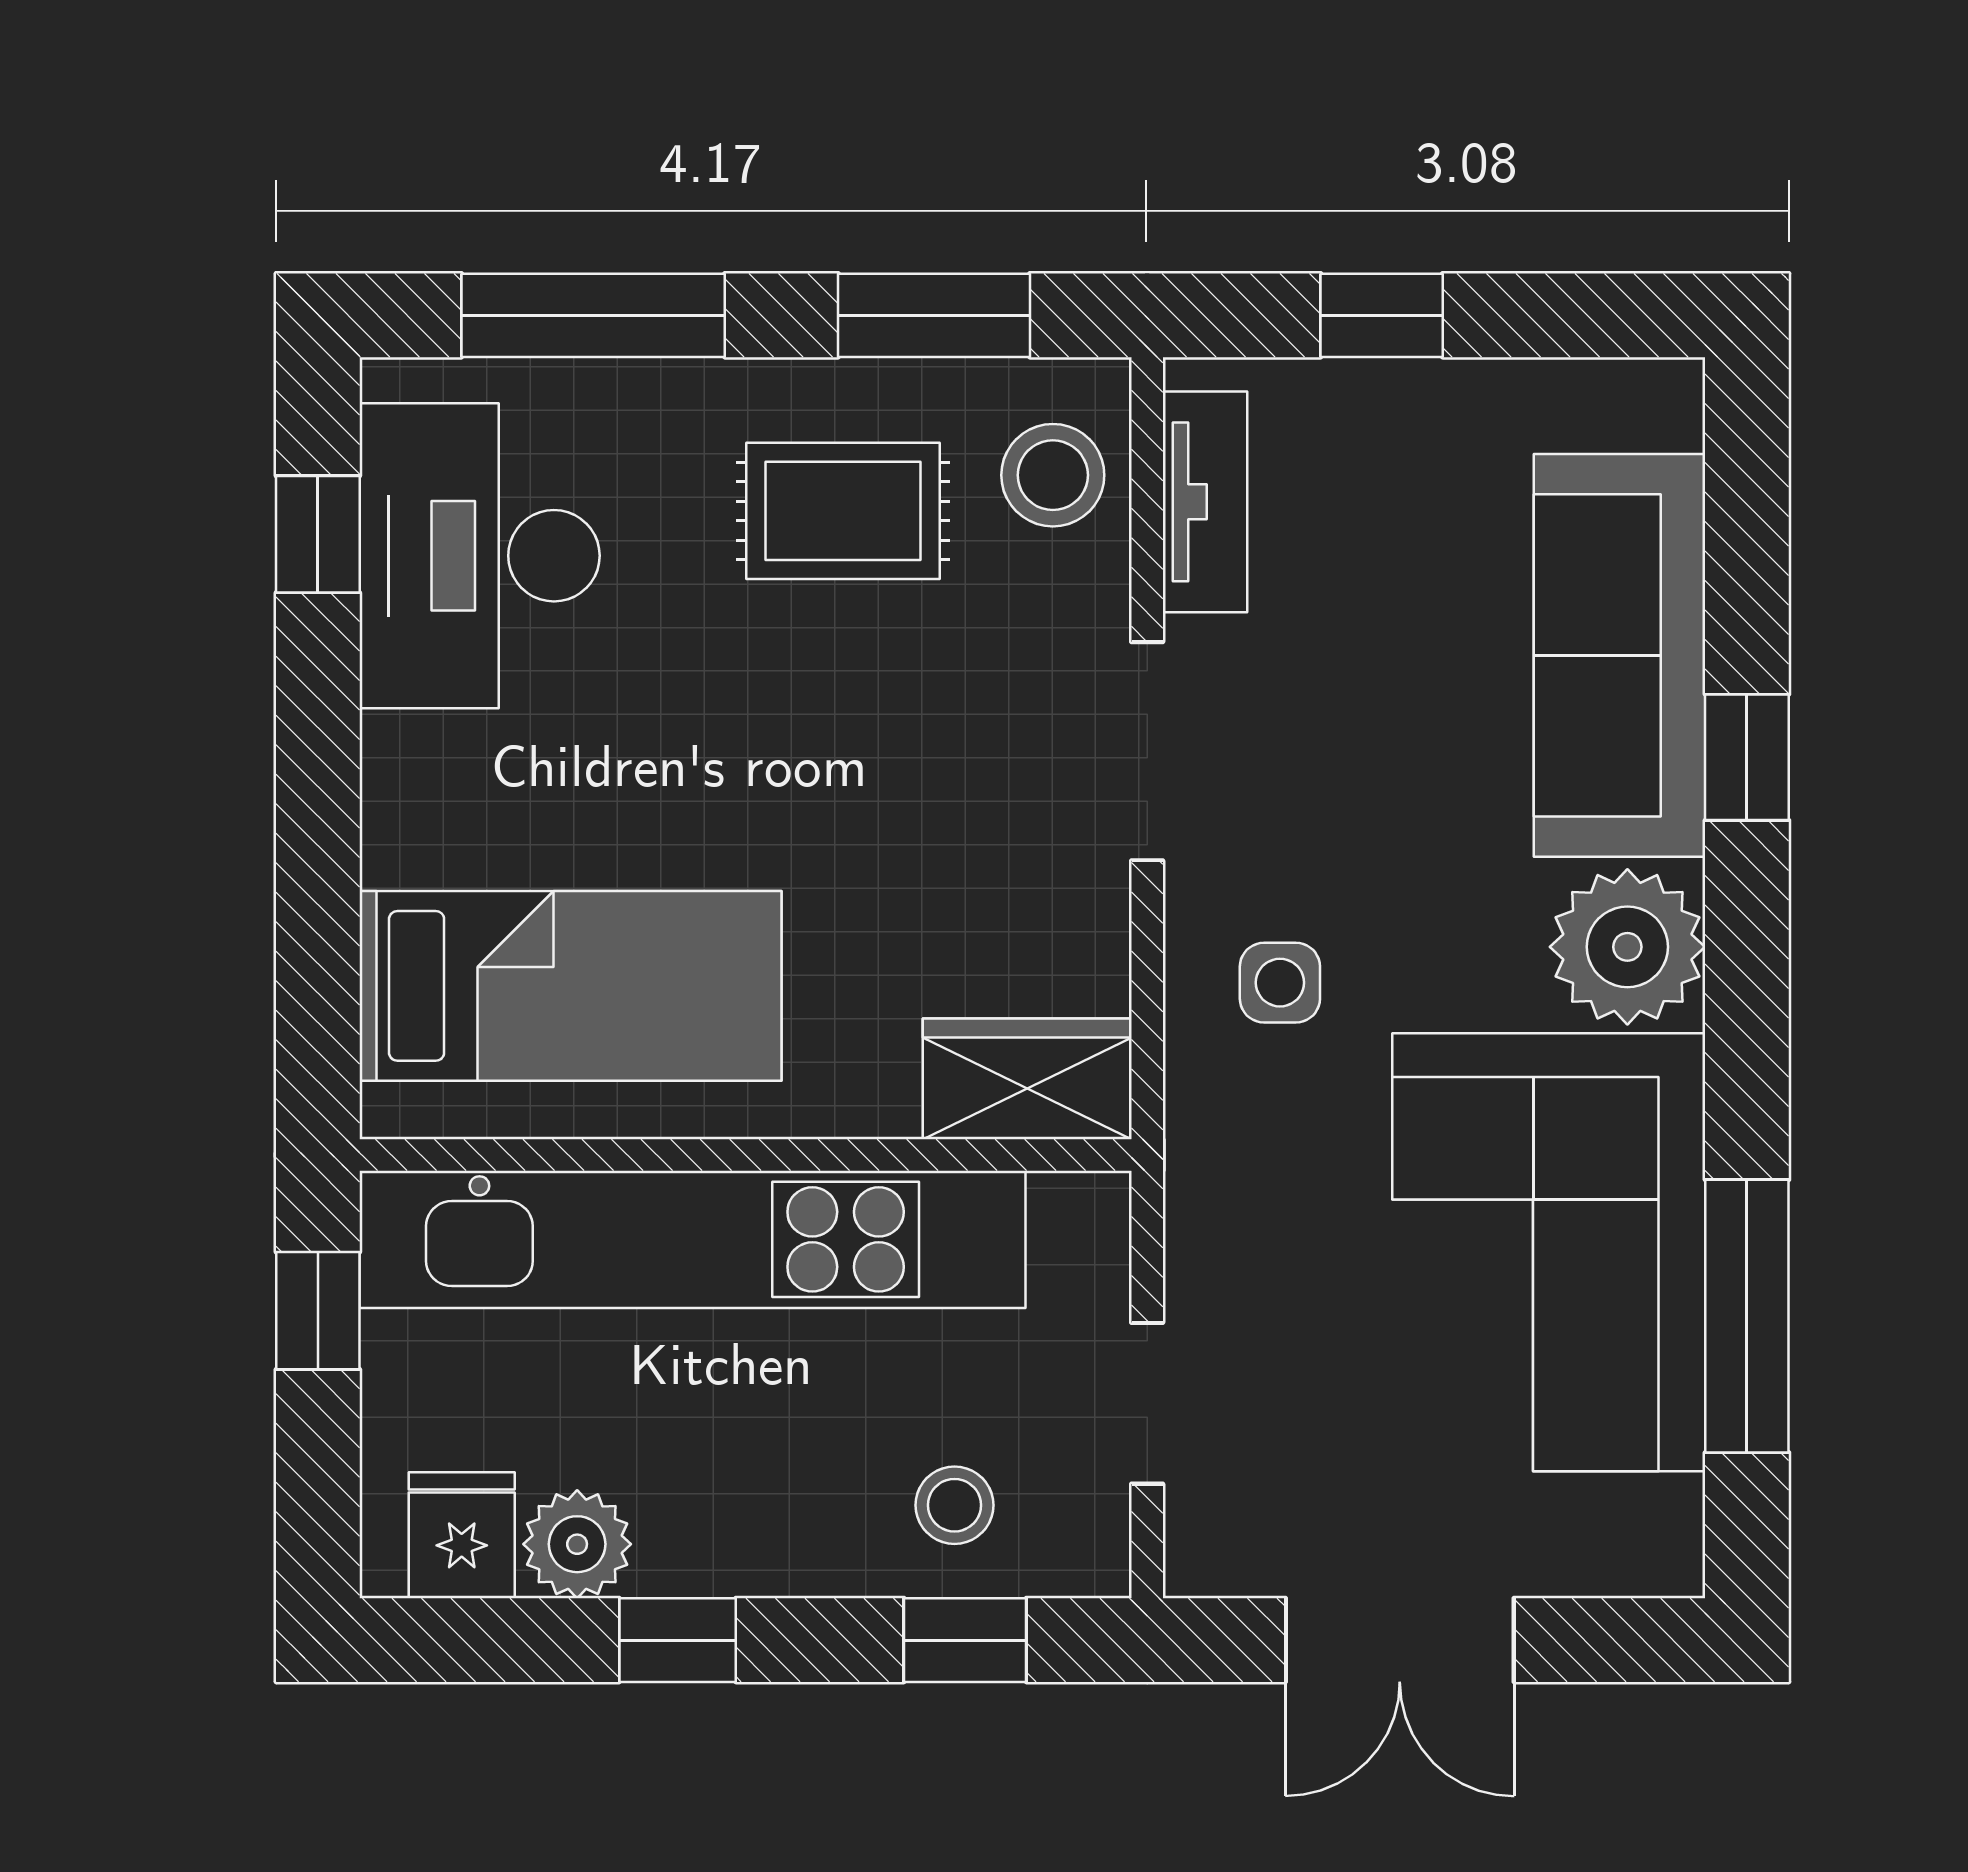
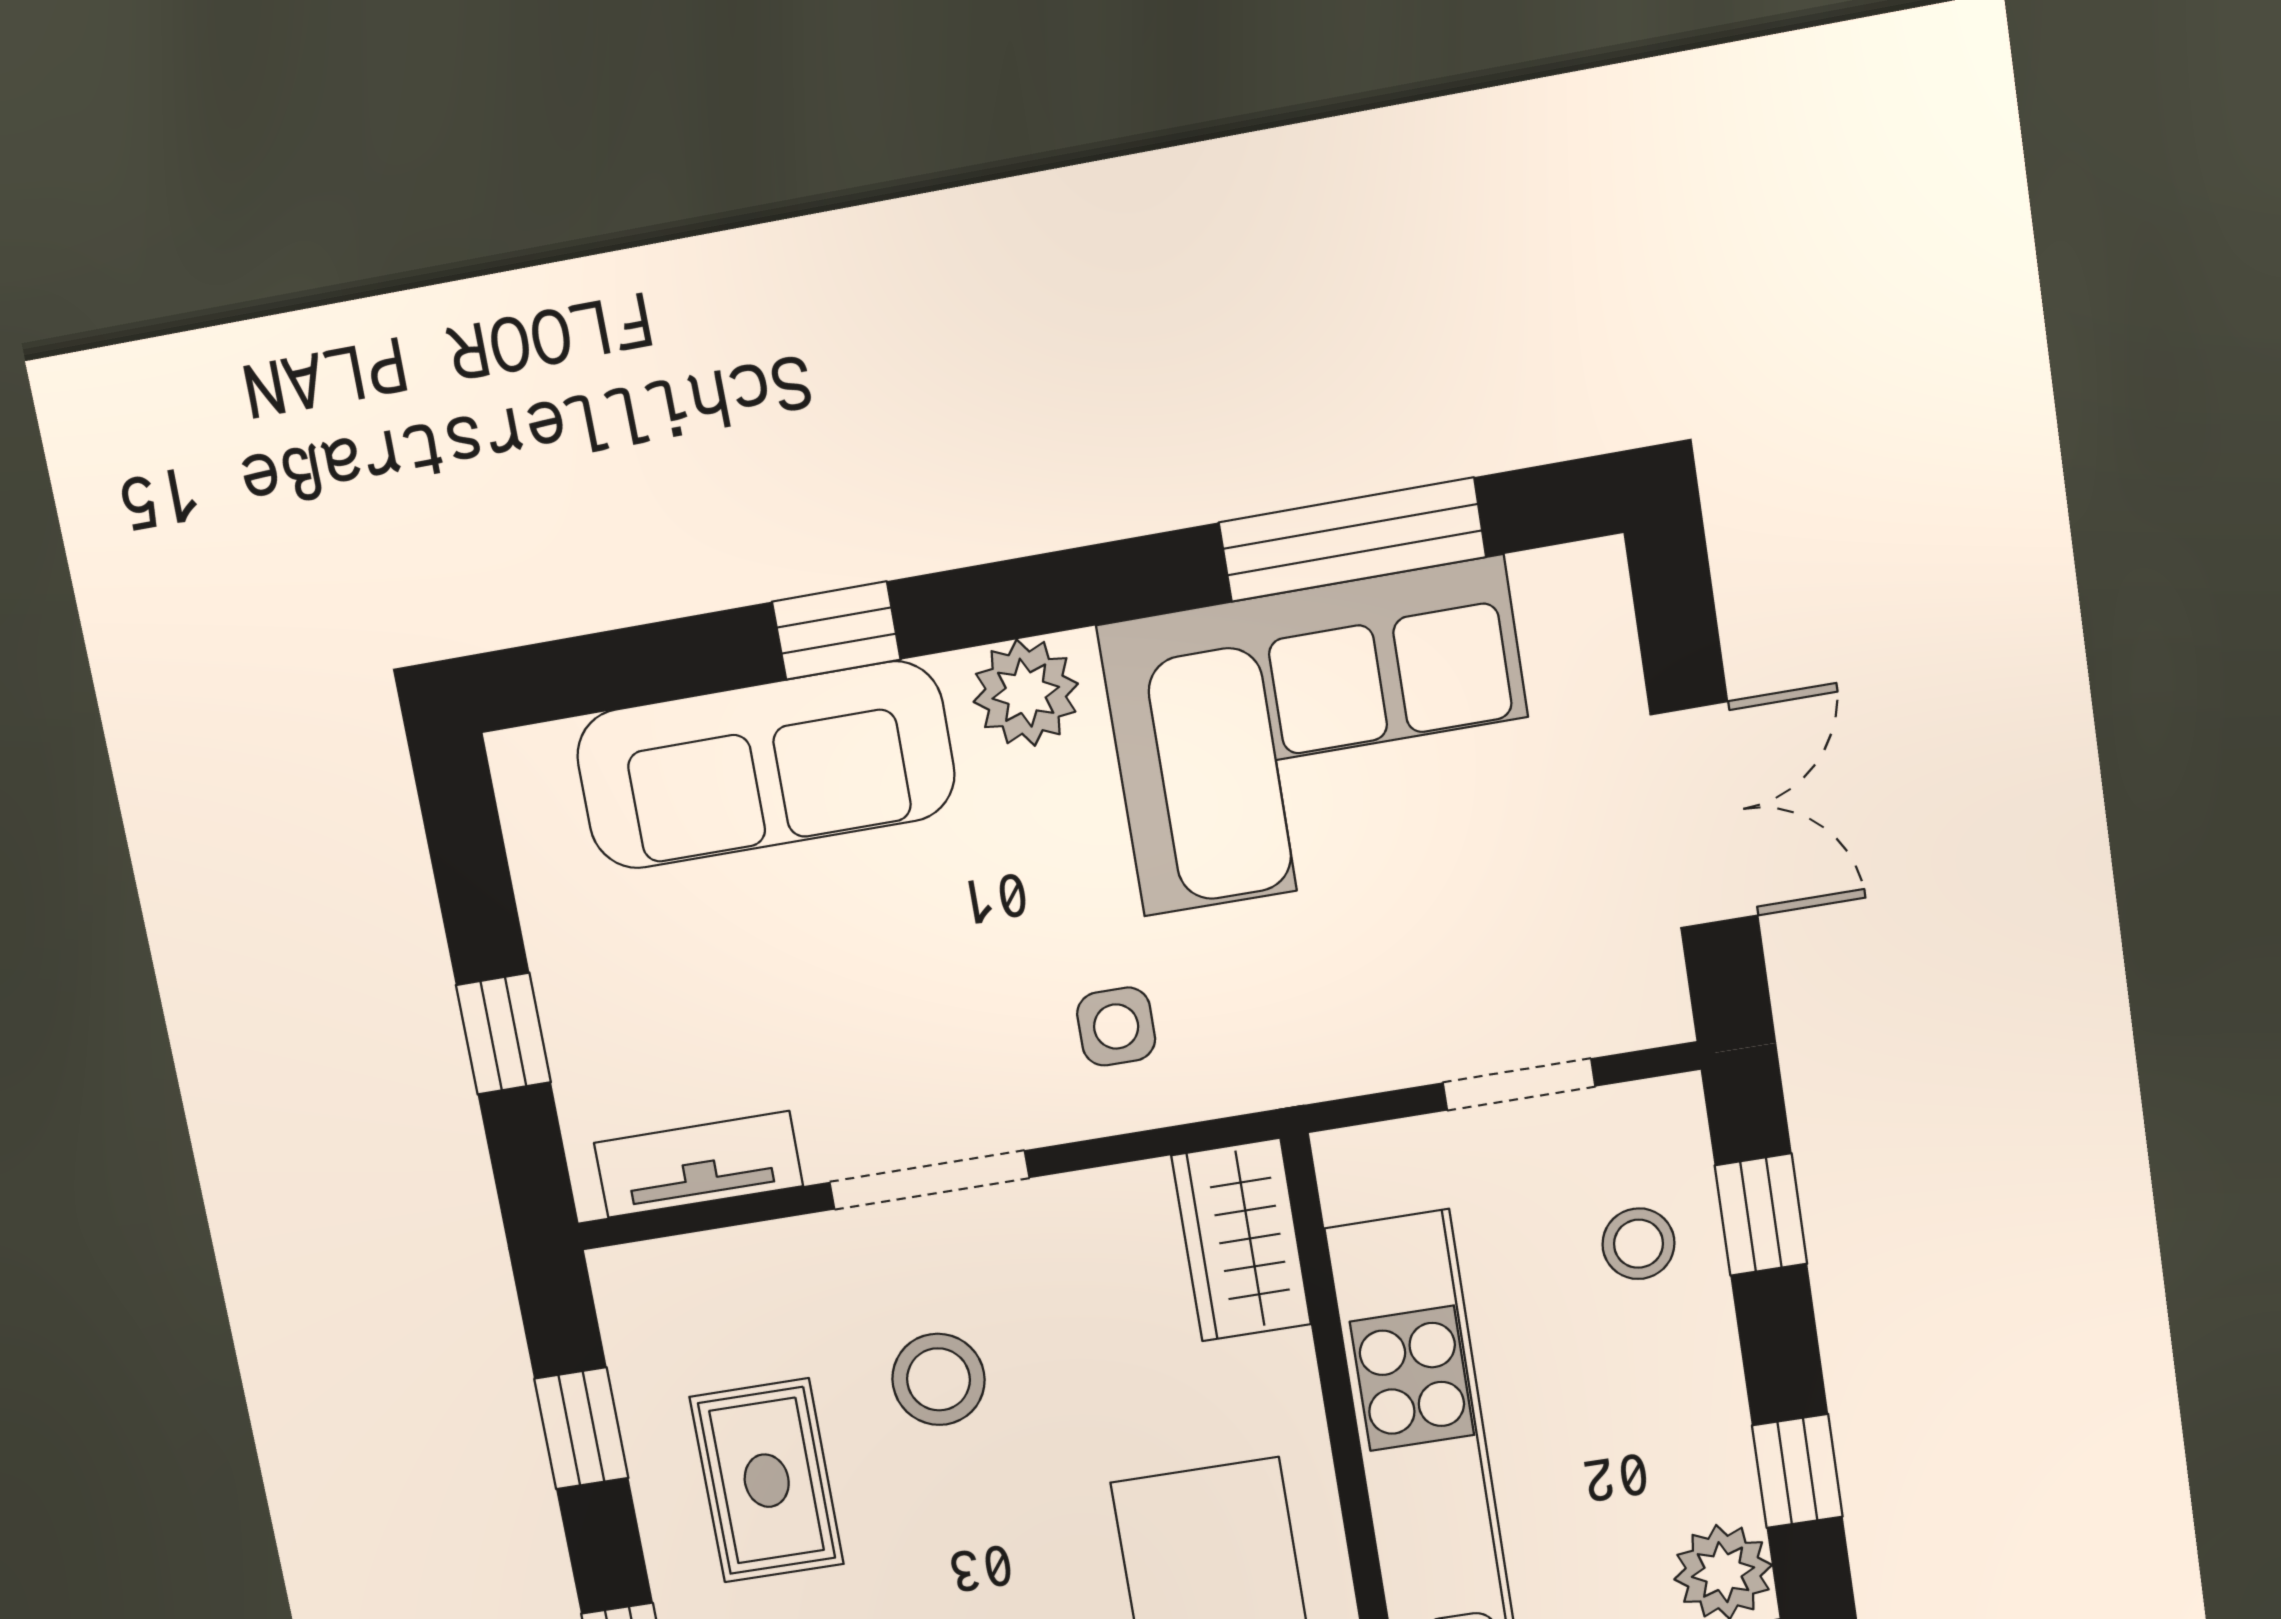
window: (934, 315) -> (581, 1428), width x0.67
stool: (1053, 475) -> (939, 1379), moved
plant: (1627, 947) -> (1026, 693), width x0.73, depth x0.73

